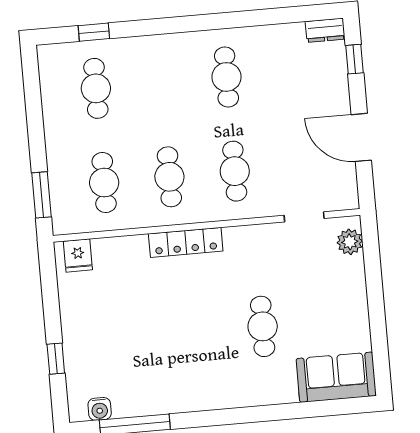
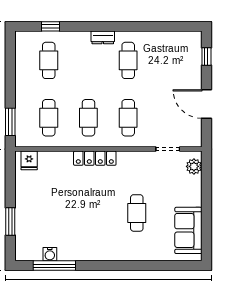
dresser: (325, 30) -> (103, 37), moved
window: (56, 359) -> (10, 222), width x1.50
sofa: (336, 377) -> (188, 230), moved, turned -90
water cooler: (100, 409) -> (50, 254), moved

